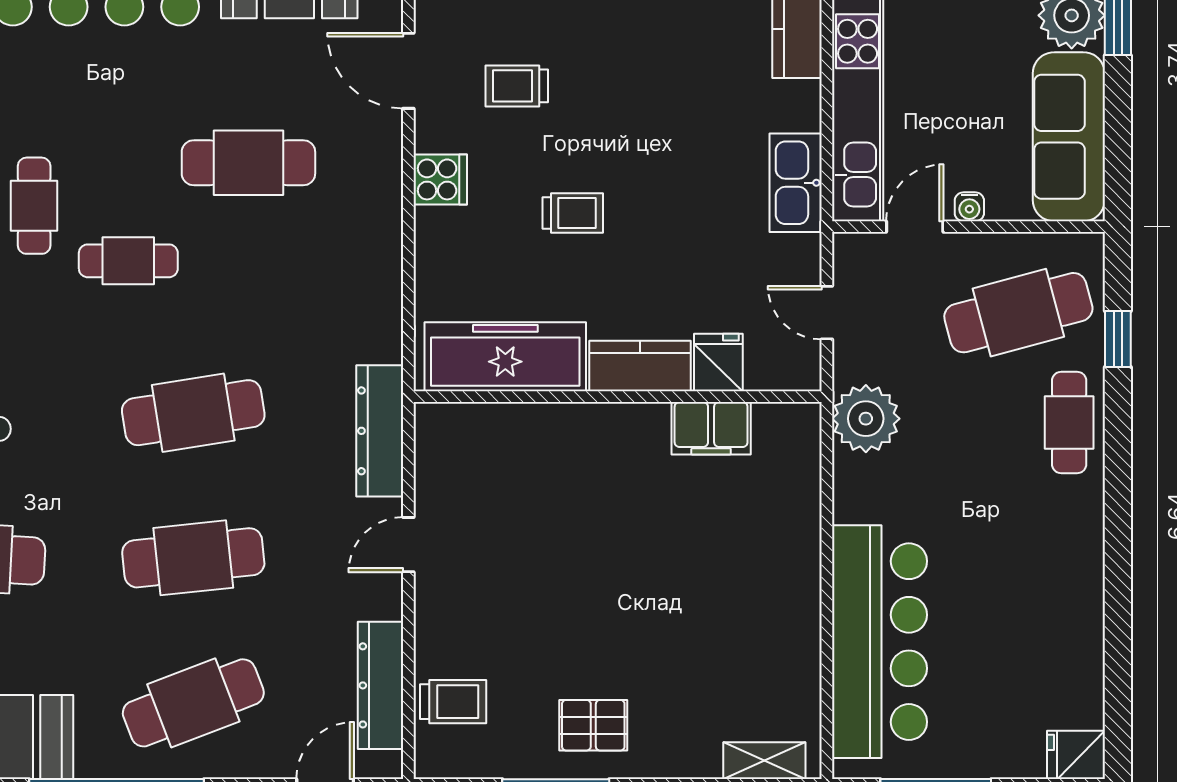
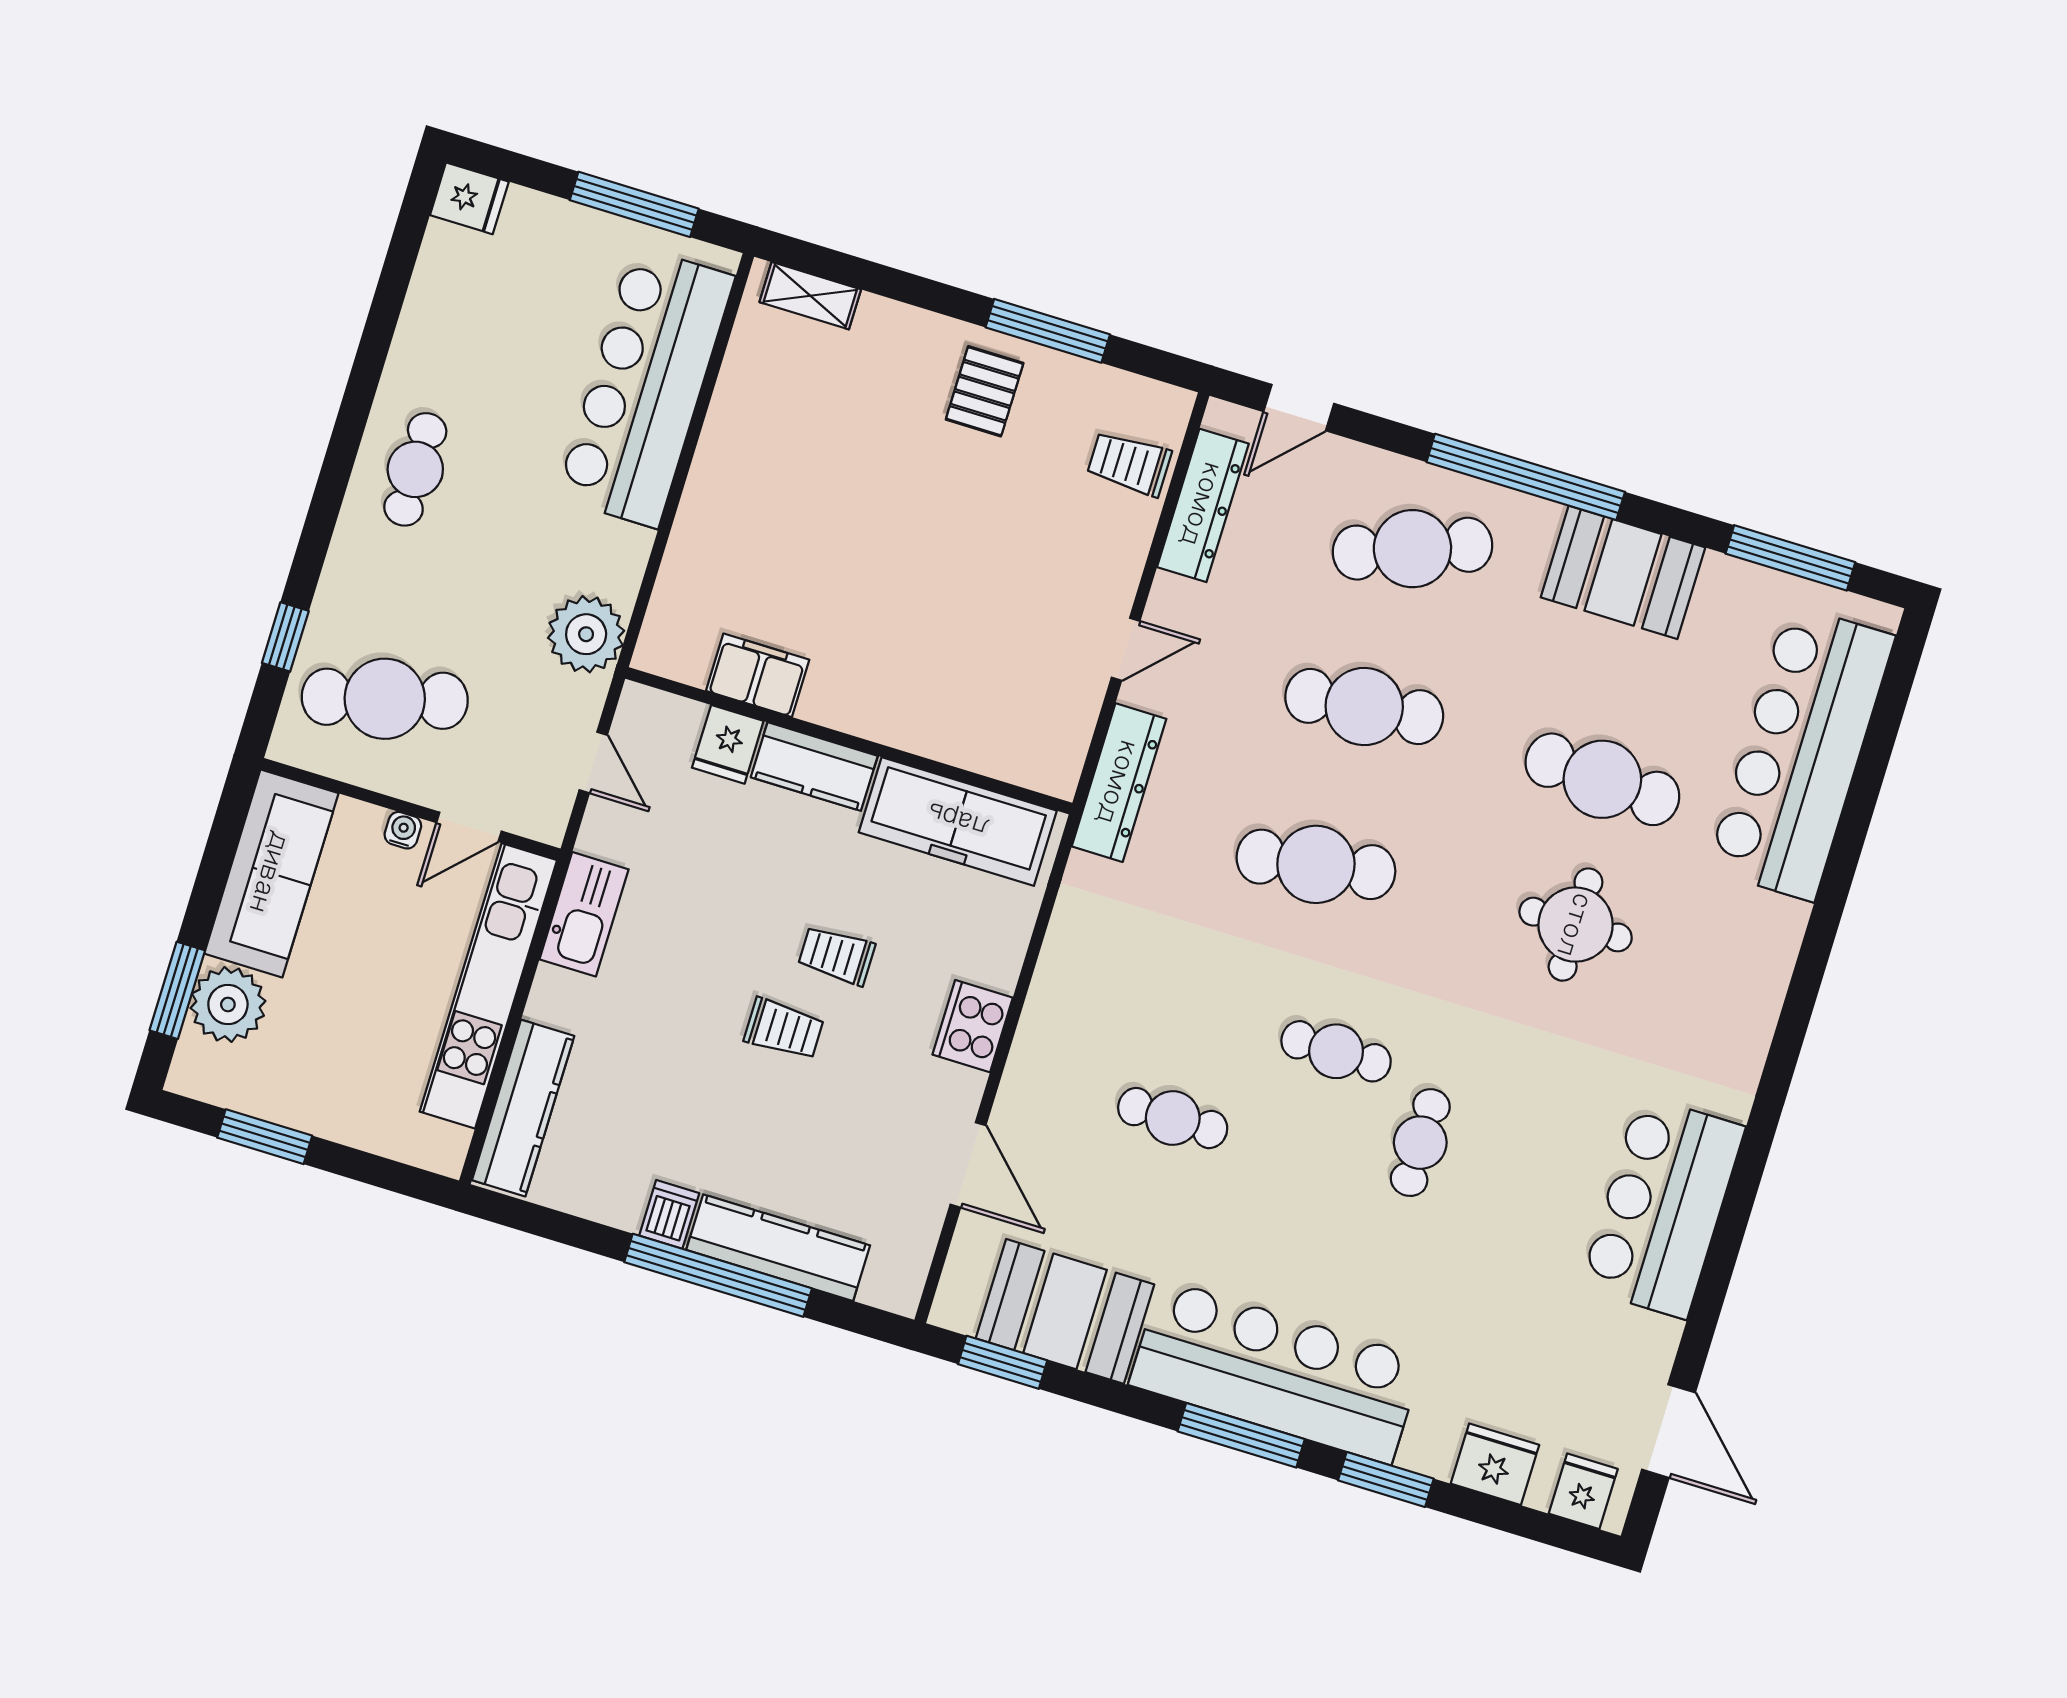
trolley: (517, 86) -> (784, 1029), moved
cafe table: (248, 163) -> (1173, 1118), width x0.73, depth x0.74
cooker: (440, 179) -> (973, 1026), width x1.36
cafe table: (1069, 422) -> (415, 469), moved
pallet: (593, 725) -> (985, 391), turned 90

